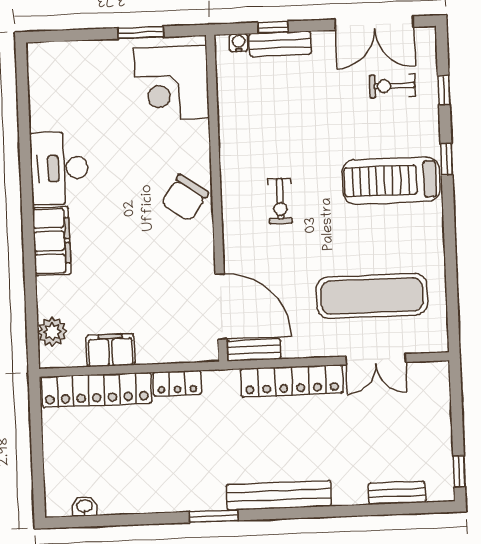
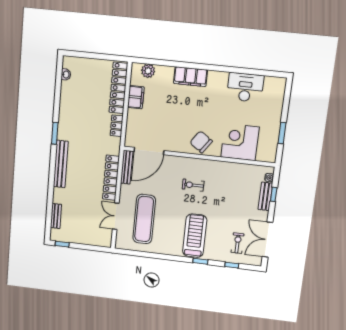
corner desk: (172, 83) -> (240, 142), moved
desk: (59, 168) -> (245, 87), moved
bench: (254, 350) -> (127, 167), width x1.36

